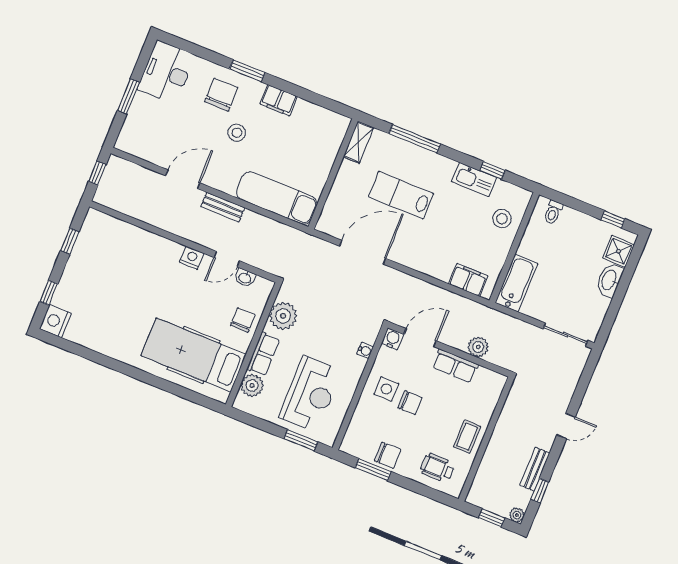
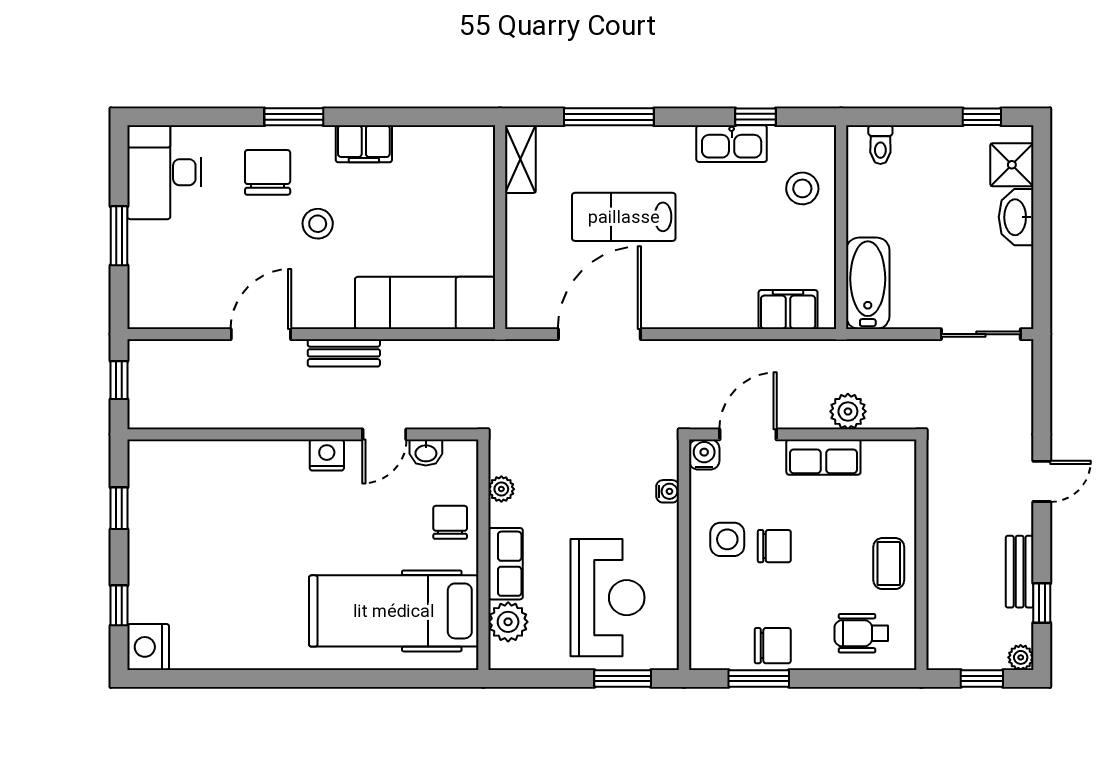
plant: (283, 316) -> (501, 489), width x0.53, depth x0.53

